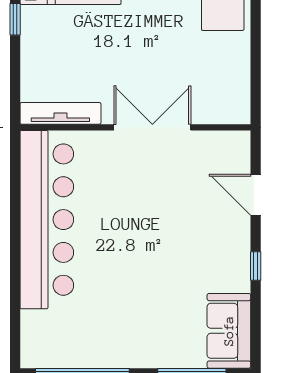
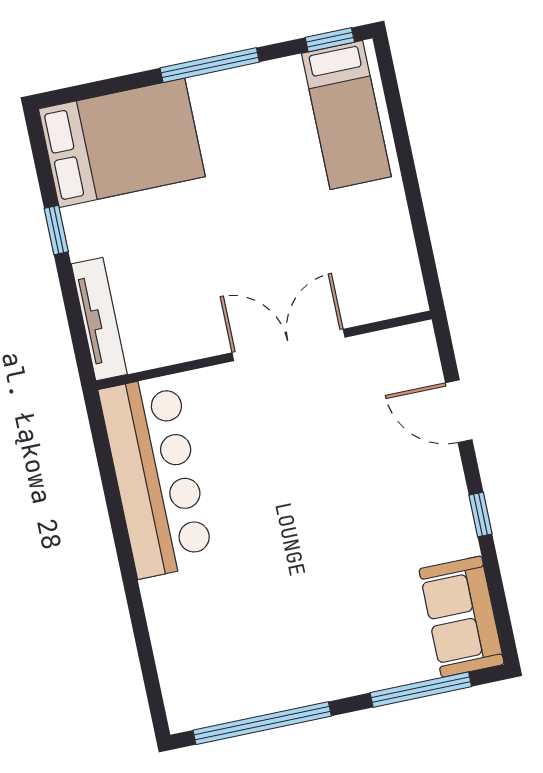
tv unit: (60, 113) -> (99, 319), moved, turned 90
bar counter: (47, 220) -> (156, 477), width x0.73

